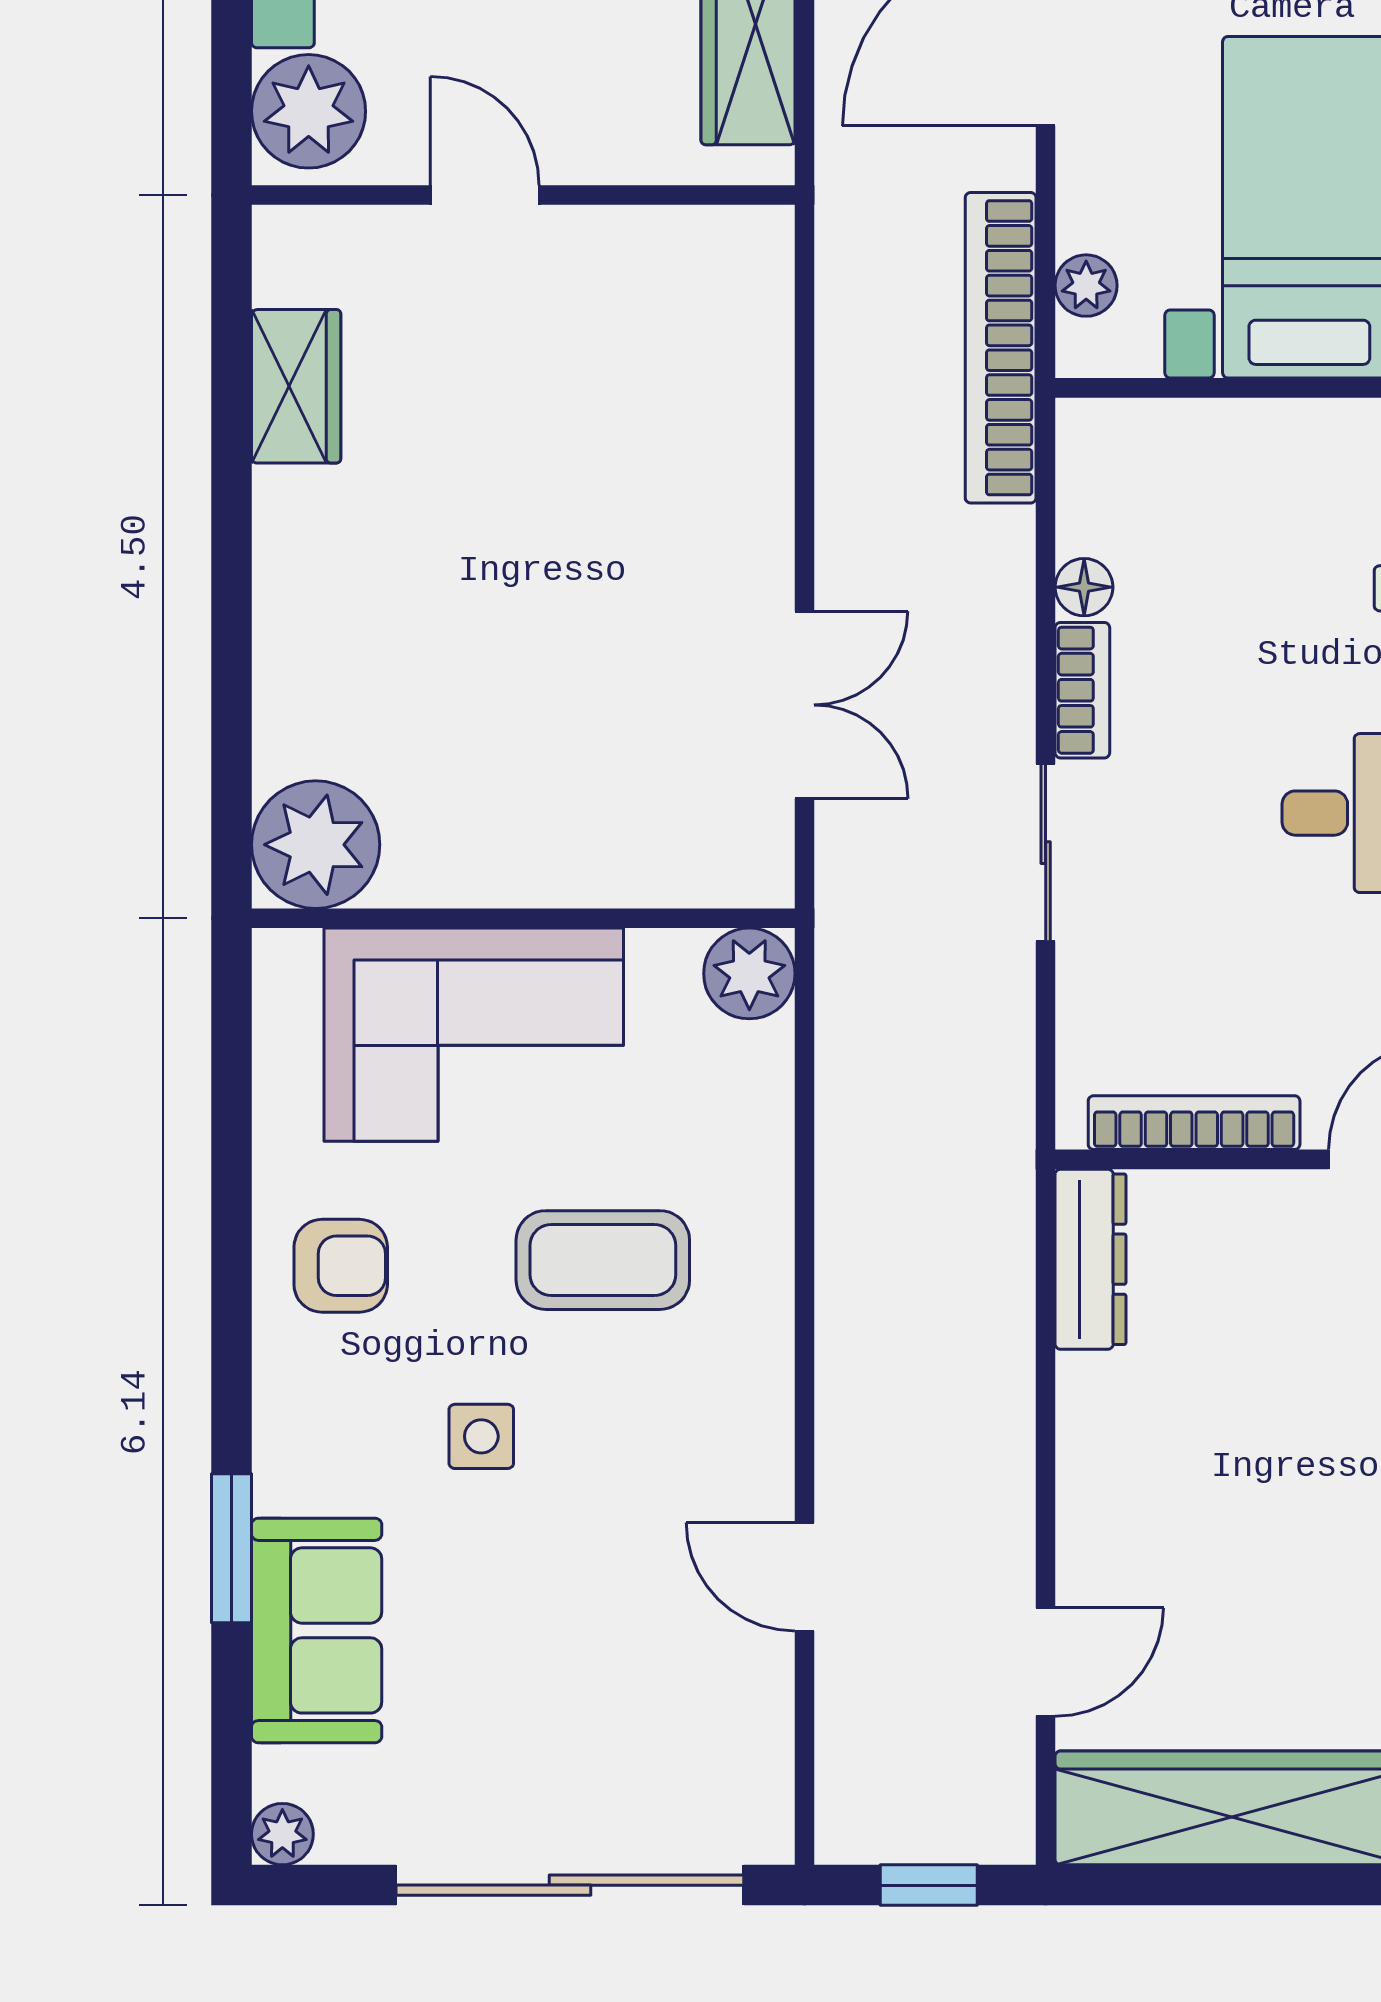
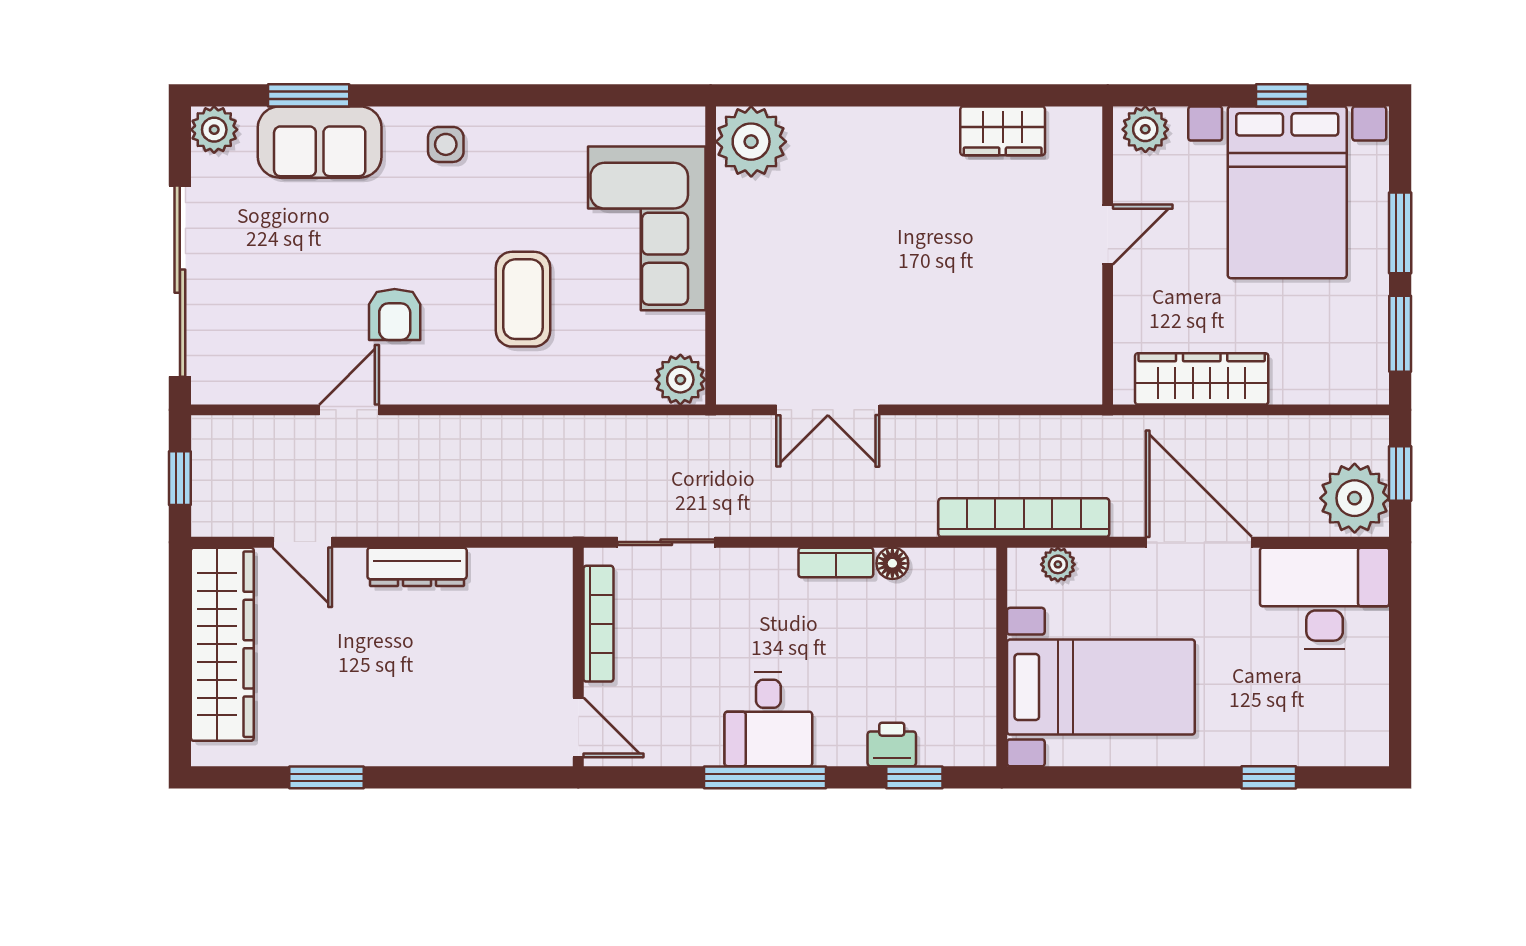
plant: (309, 111) -> (1145, 129), width x0.73, depth x0.73
sliding door: (1046, 853) -> (666, 542), moved
dresser: (1091, 1259) -> (417, 567), moved
armchair: (341, 1266) -> (395, 314), moved
side table: (481, 1436) -> (446, 144), moved
window: (231, 1548) -> (309, 95), moved
plant: (282, 1834) -> (214, 130), width x1.38, depth x1.38

